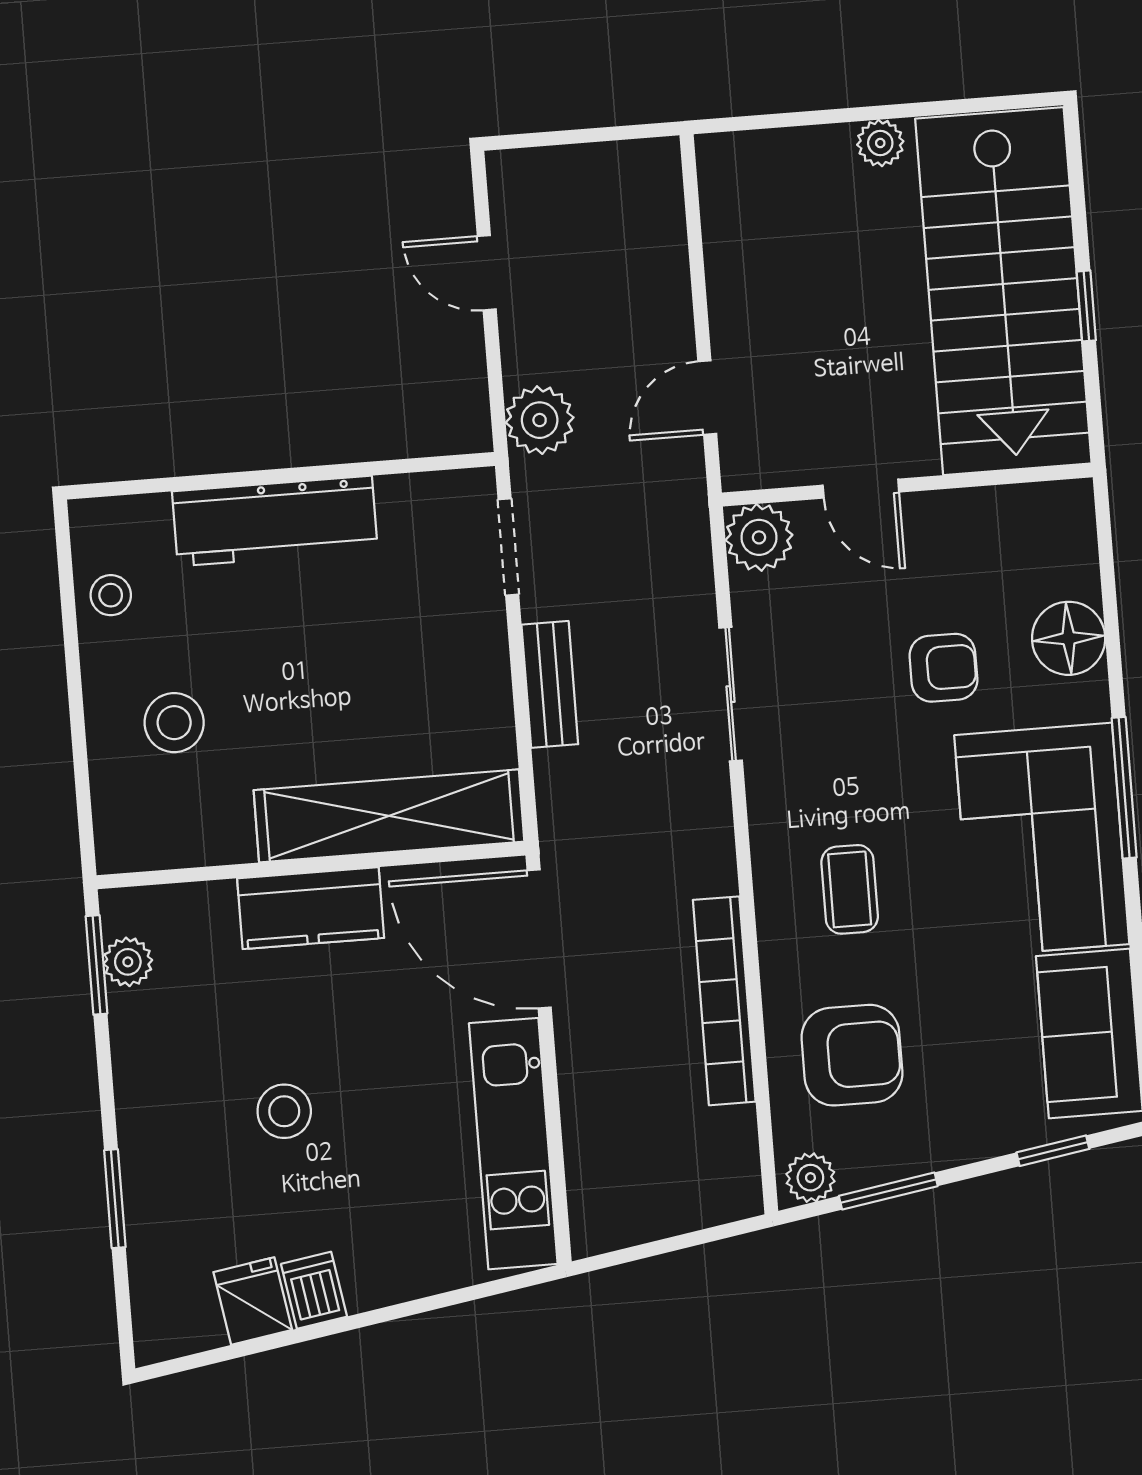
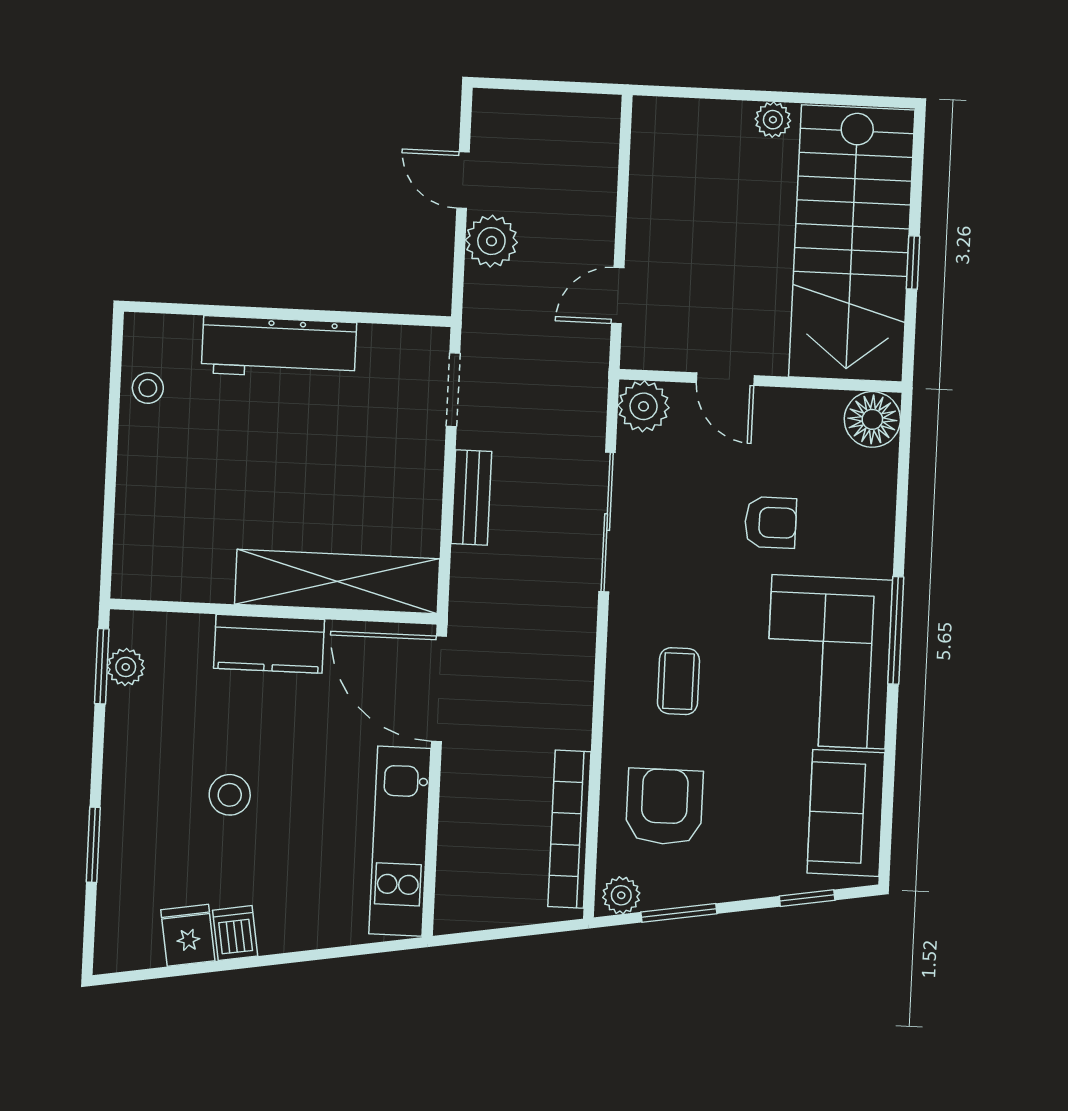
plant: (540, 420) -> (491, 241), moved
floor lamp: (1069, 638) -> (872, 419), moved
sliding door: (731, 694) -> (607, 522), width x1.37
stool: (174, 723) -> (184, 490), removed
bookcase: (724, 1001) -> (569, 829), moved
armchair: (852, 1055) -> (664, 807), turned -90

